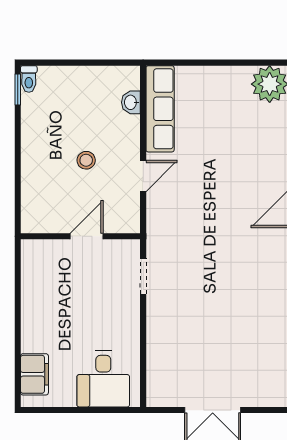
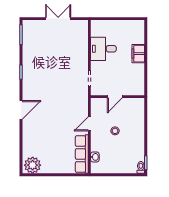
filing cabinet: (34, 374) -> (138, 54), moved
desk: (103, 379) -> (103, 49), moved, turned -90

